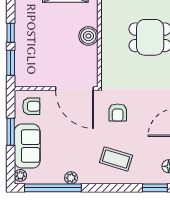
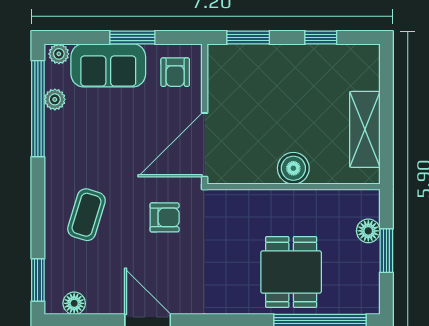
window: (11, 33) -> (321, 37), moved
armchair: (118, 113) -> (165, 217), turned 180
plant: (71, 178) -> (55, 99), moved

